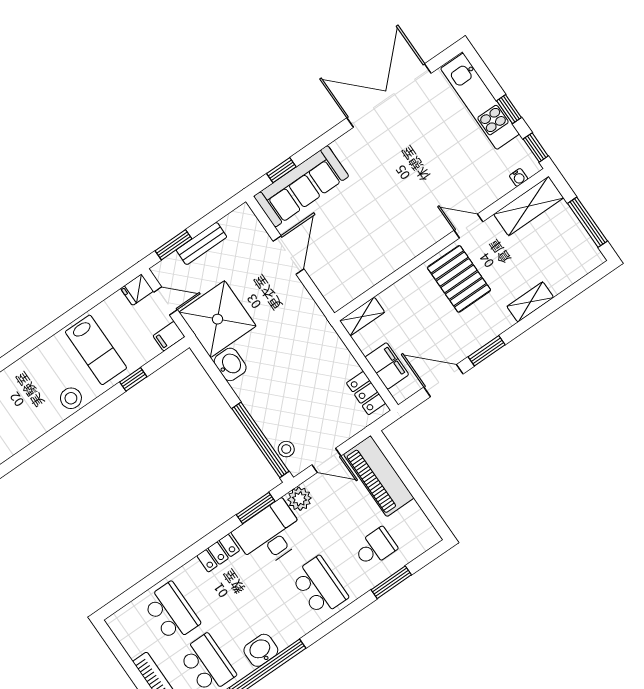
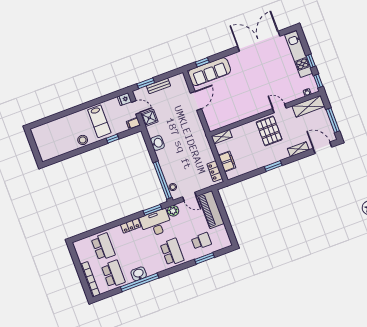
shower: (218, 319) -> (149, 118), width x0.54, depth x0.54
door: (444, 381) -> (322, 148), moved

